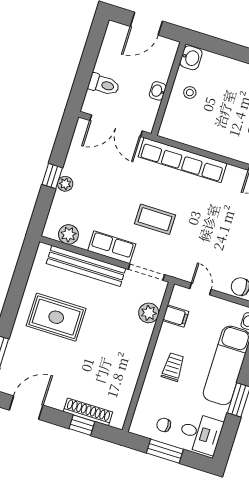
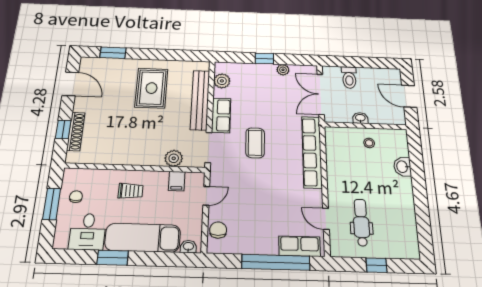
washbasin: (191, 58) -> (402, 167), moved, turned 90
plant: (65, 184) -> (283, 70), moved
desk: (201, 433) -> (88, 232), moved

